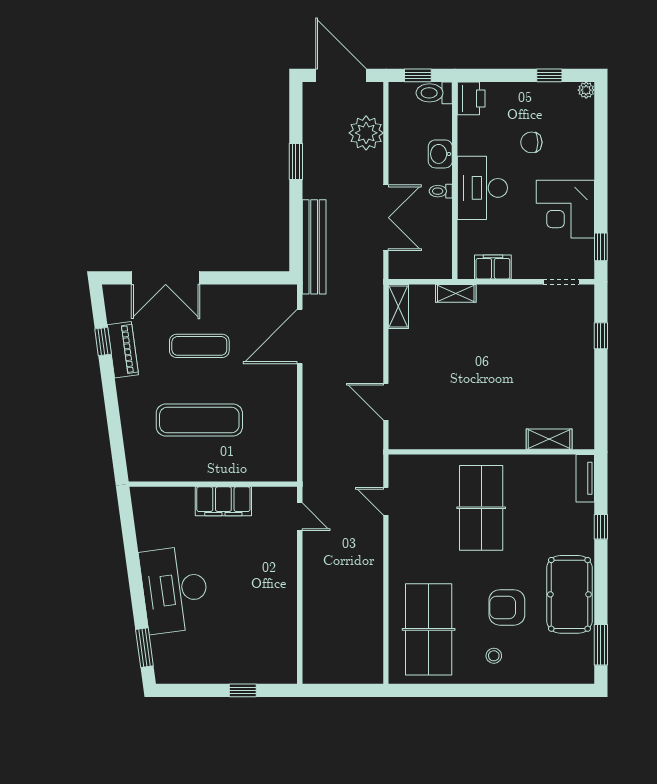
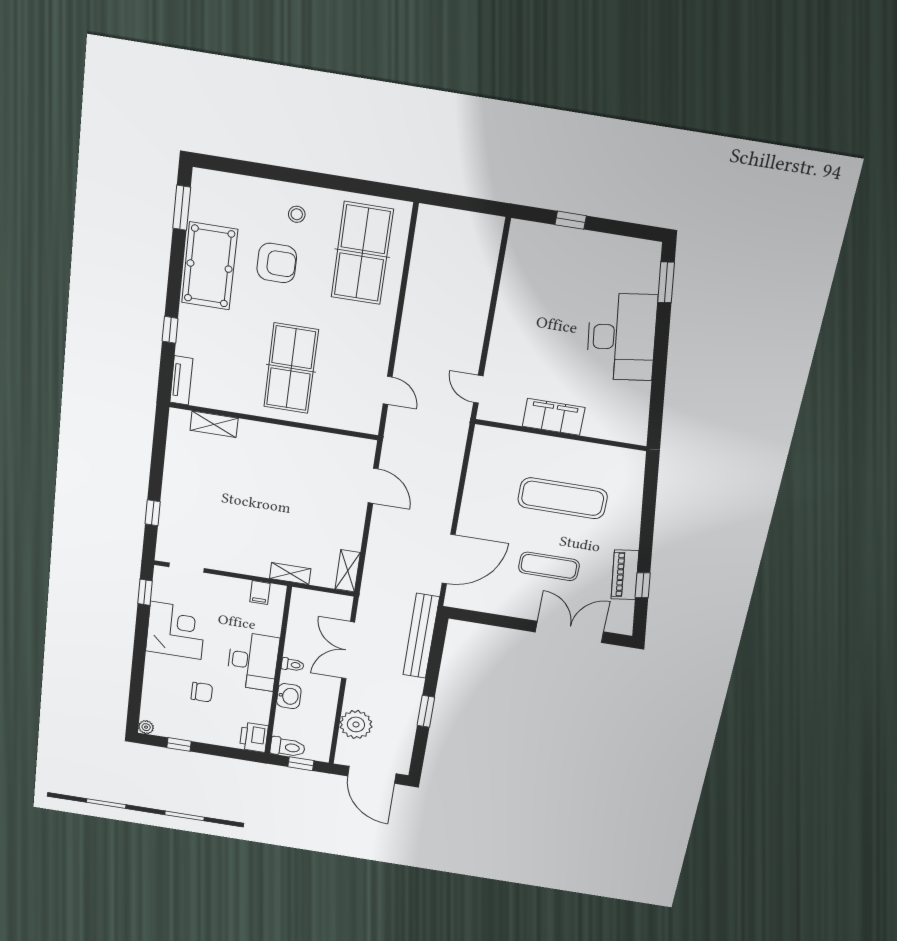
filing cabinet: (493, 267) -> (260, 593), width x0.50

